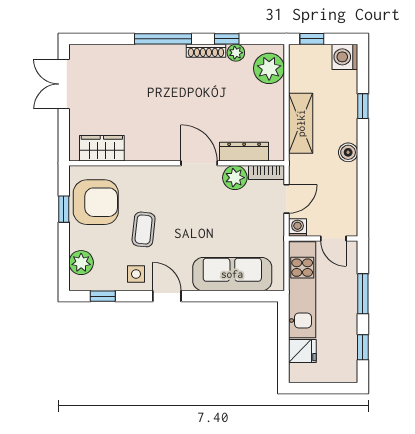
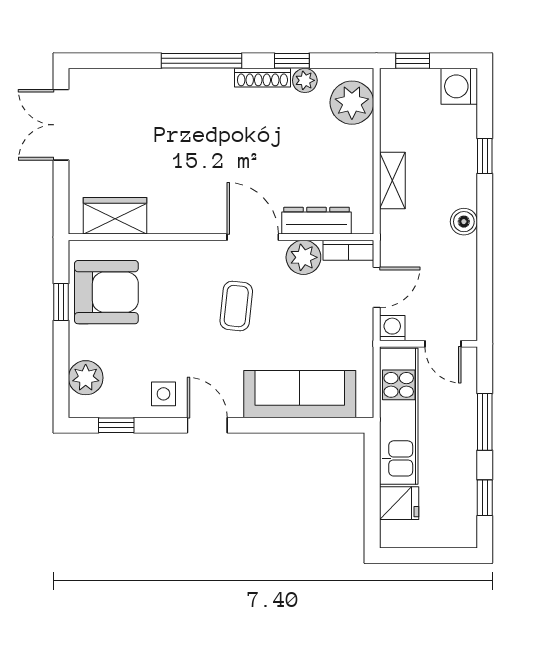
shelving: (301, 123) -> (392, 180), width x0.67, depth x0.75
coffee table: (144, 229) -> (236, 306), moved

